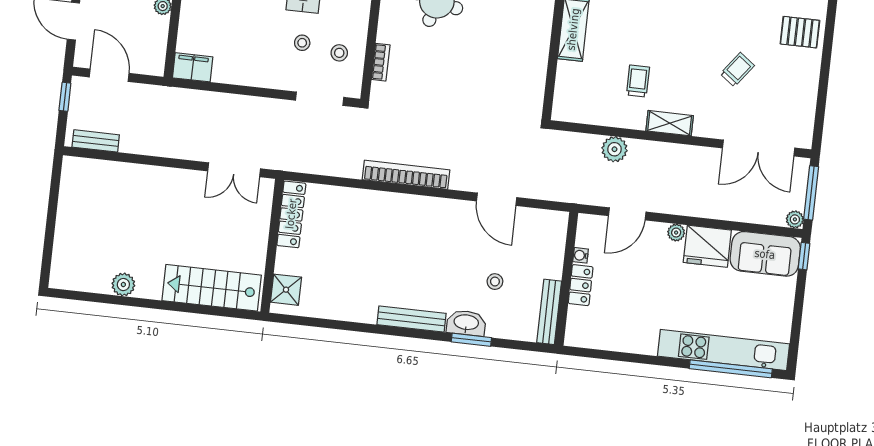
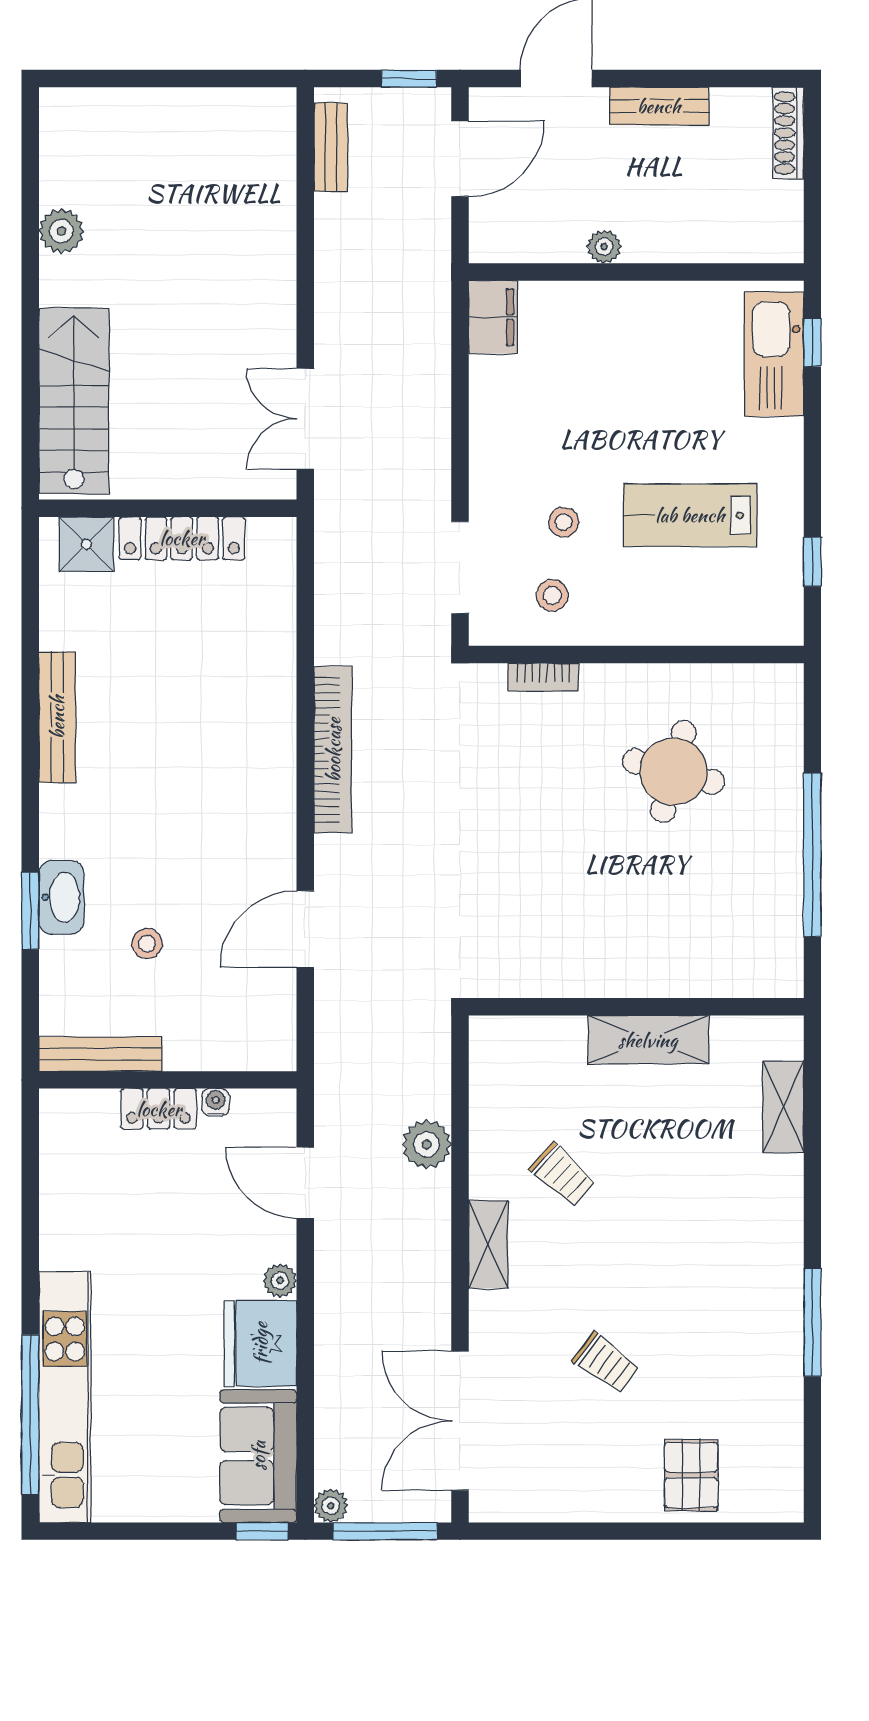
trolley: (638, 81) -> (563, 1175), turned 42
locker: (291, 214) -> (182, 538), moved
bench: (412, 319) -> (57, 717), moved

